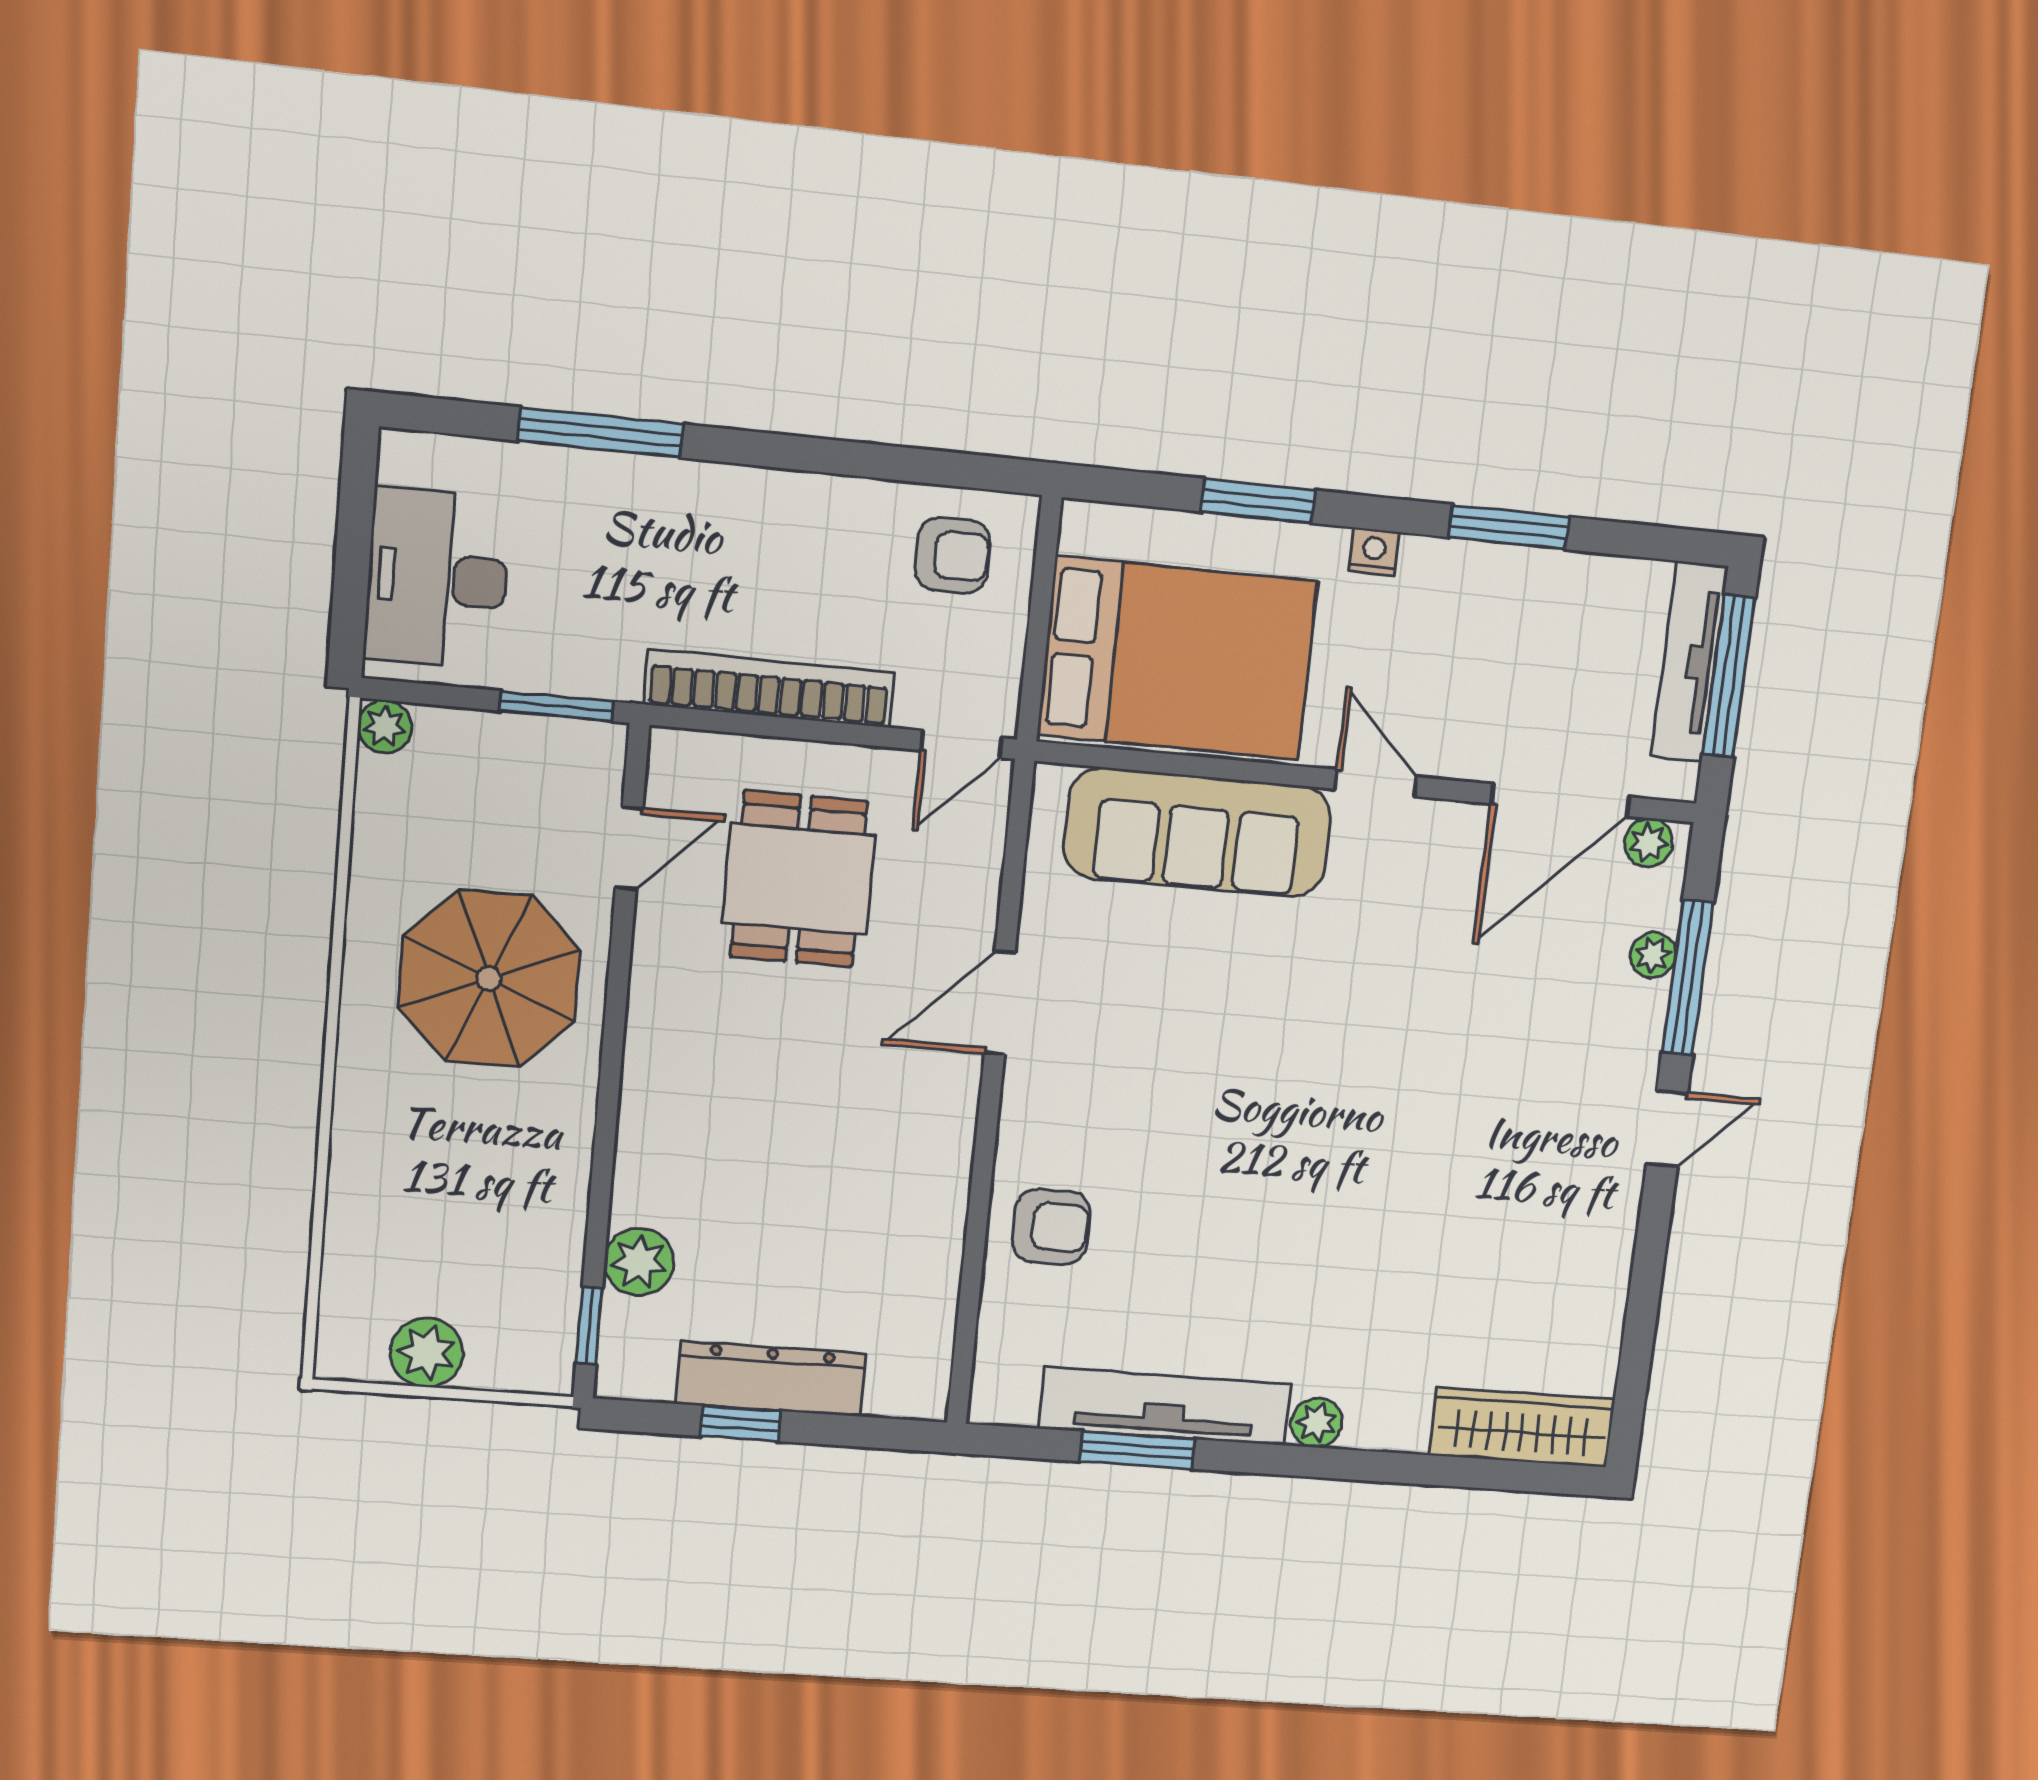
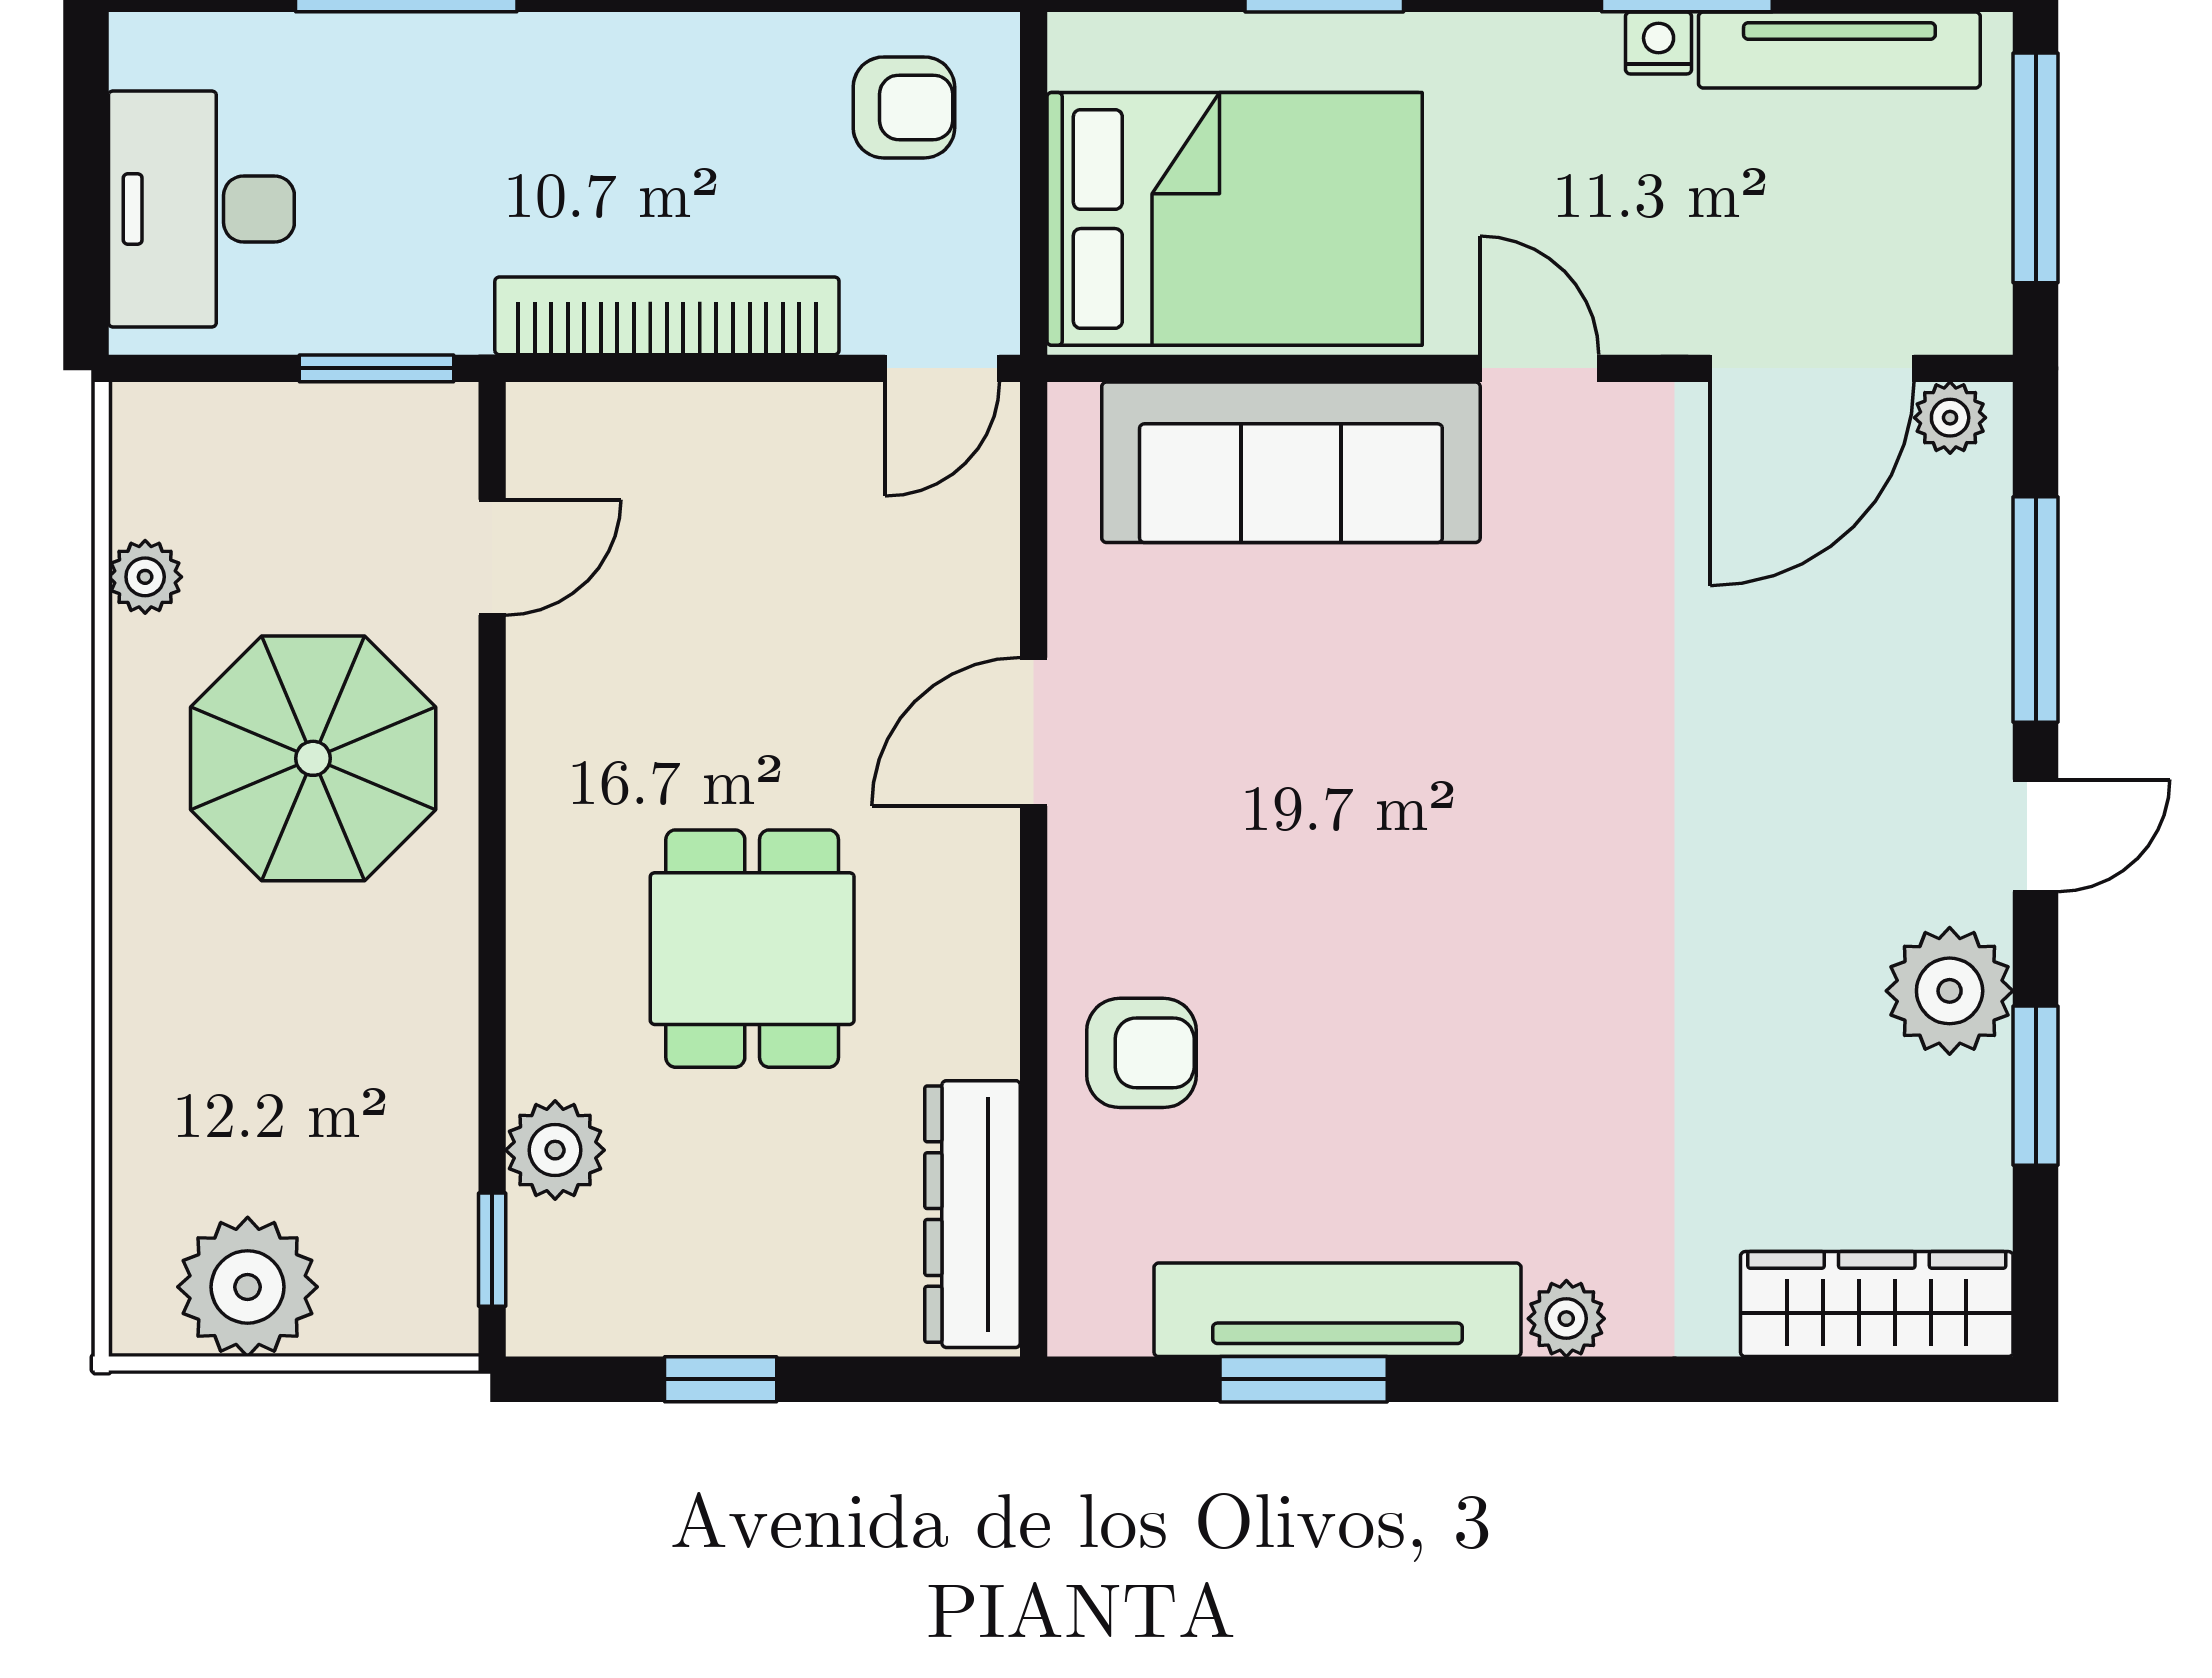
nightstand: (1374, 552) -> (1659, 43), moved
tv unit: (1690, 662) -> (1839, 50), moved, turned -90
plant: (385, 726) -> (145, 577), moved
dining table: (799, 879) -> (752, 949), moved
plant: (1653, 955) -> (1950, 991), moved, width x1.88, depth x1.88
window: (1644, 1293) -> (2036, 1086), added
plant: (427, 1353) -> (248, 1287), width x1.36, depth x1.36
dresser: (771, 1379) -> (972, 1214), moved, turned -90

